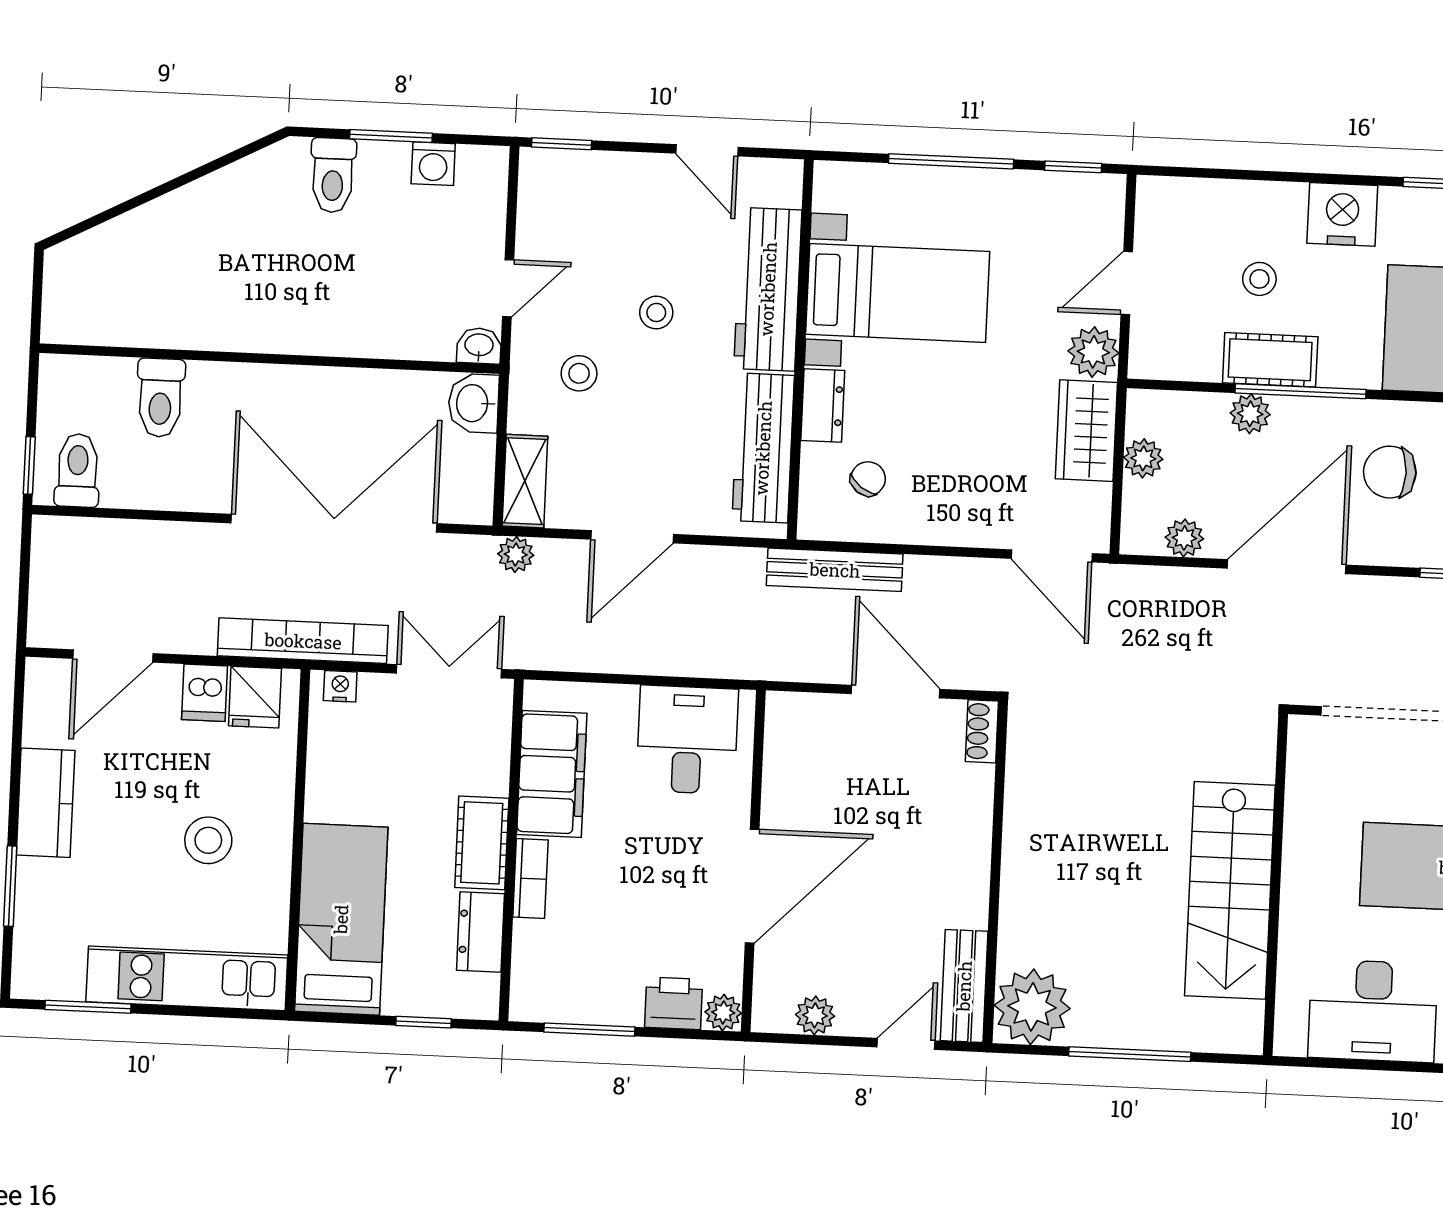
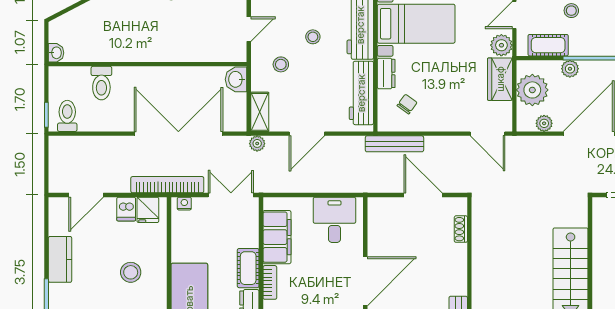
washbasin: (479, 346) -> (56, 53), moved, turned 90
cot: (1270, 360) -> (548, 45), moved
plant: (1143, 458) -> (532, 90), width x1.87, depth x1.87
shoe rack: (982, 731) -> (461, 229), moved

